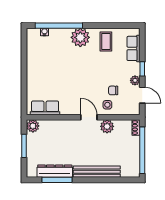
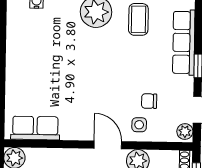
row of seats: (133, 48) -> (184, 42), width x1.48
plant: (135, 80) -> (185, 131), moved

